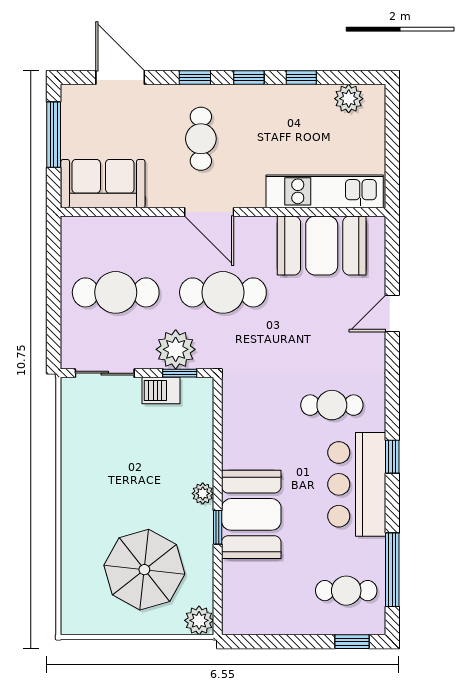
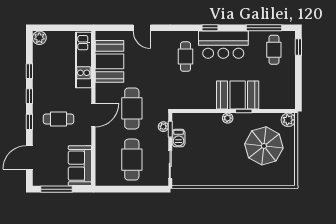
plant: (349, 99) -> (39, 38), moved
plant: (176, 349) -> (163, 127), width x0.53, depth x0.53

